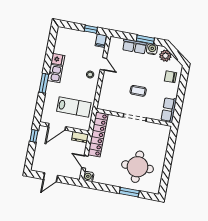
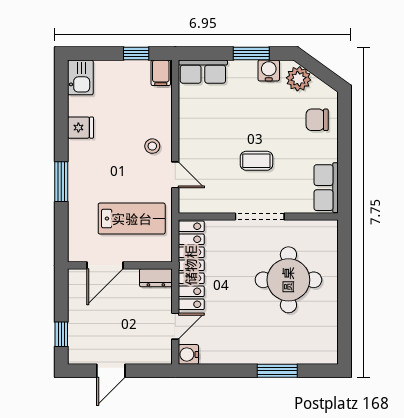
row of seats: (135, 46) -> (203, 72), moved
door: (103, 64) -> (175, 175), moved
kitchen sink: (55, 73) -> (80, 77), moved
window: (34, 136) -> (61, 334), moved
door: (85, 162) -> (175, 326), swing flipped
round table: (138, 167) -> (288, 280), moved

